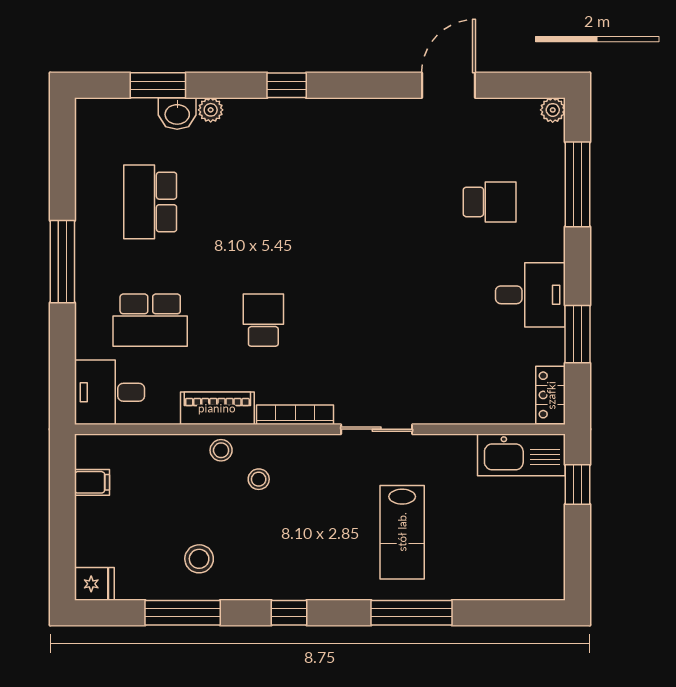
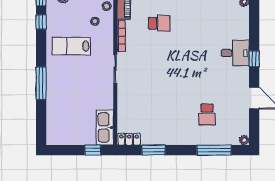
window: (287, 85) -> (254, 59), moved
desk: (530, 295) -> (235, 53), moved, turned -90
lab bench: (402, 532) -> (71, 46), moved
window: (289, 613) -> (41, 22), moved

